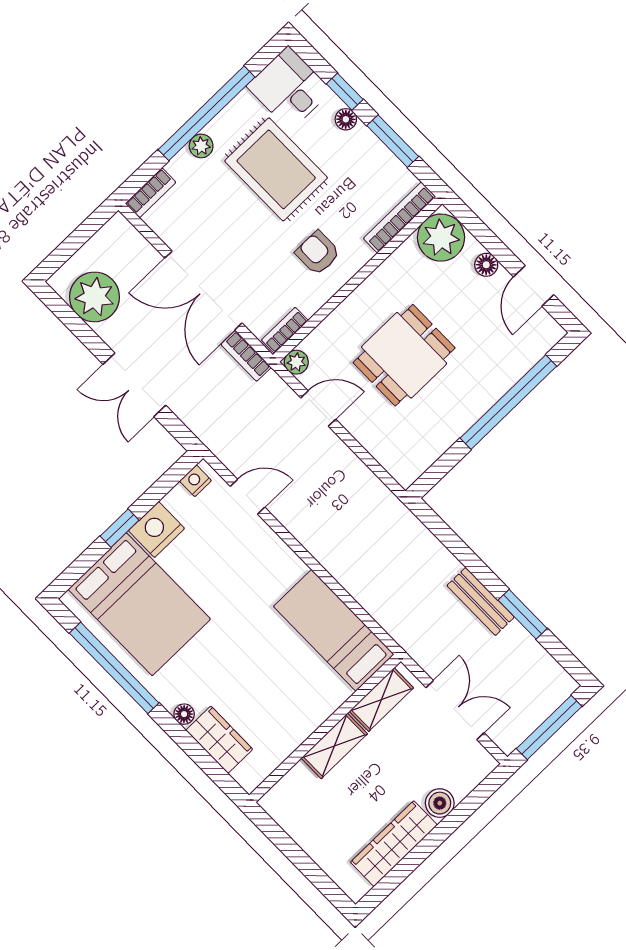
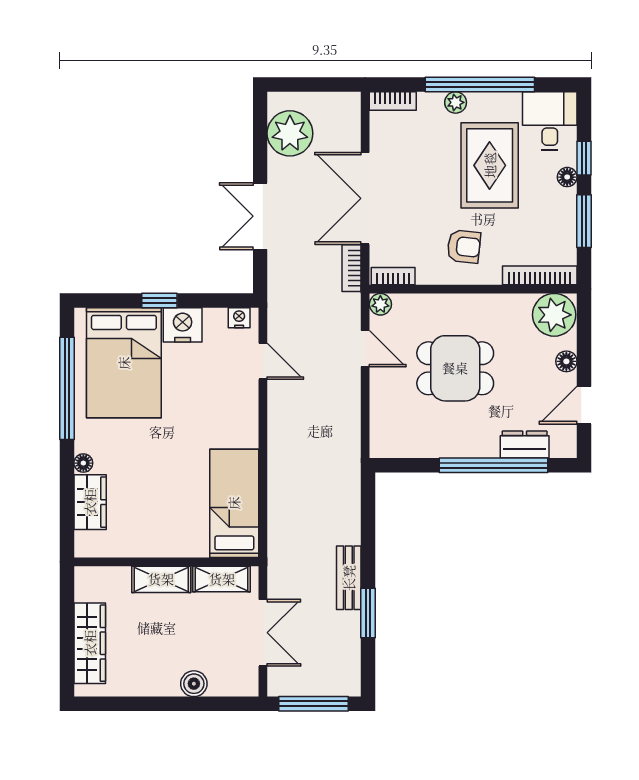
armchair: (318, 253) -> (464, 246), turned 96
dresser: (517, 362) -> (525, 444), added
wardrobe: (394, 844) -> (90, 643), moved, turned 90

